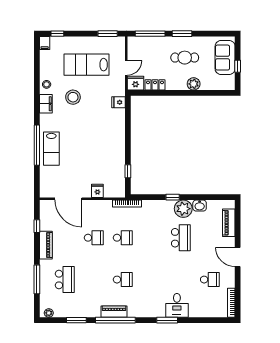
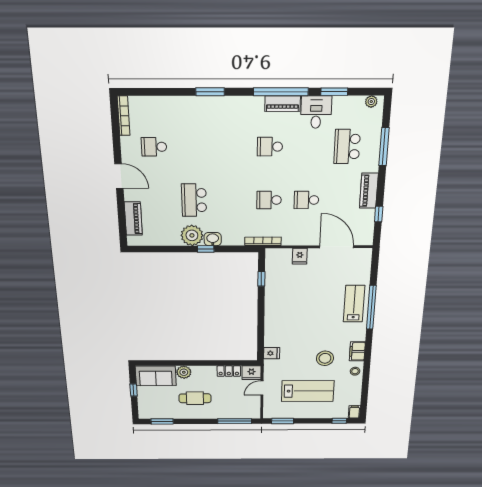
window: (182, 34) -> (162, 421), moved
sofa: (225, 58) -> (156, 376), moved, turned 90
washbasin: (200, 206) -> (213, 239), moved
desk: (177, 305) -> (316, 112), moved

